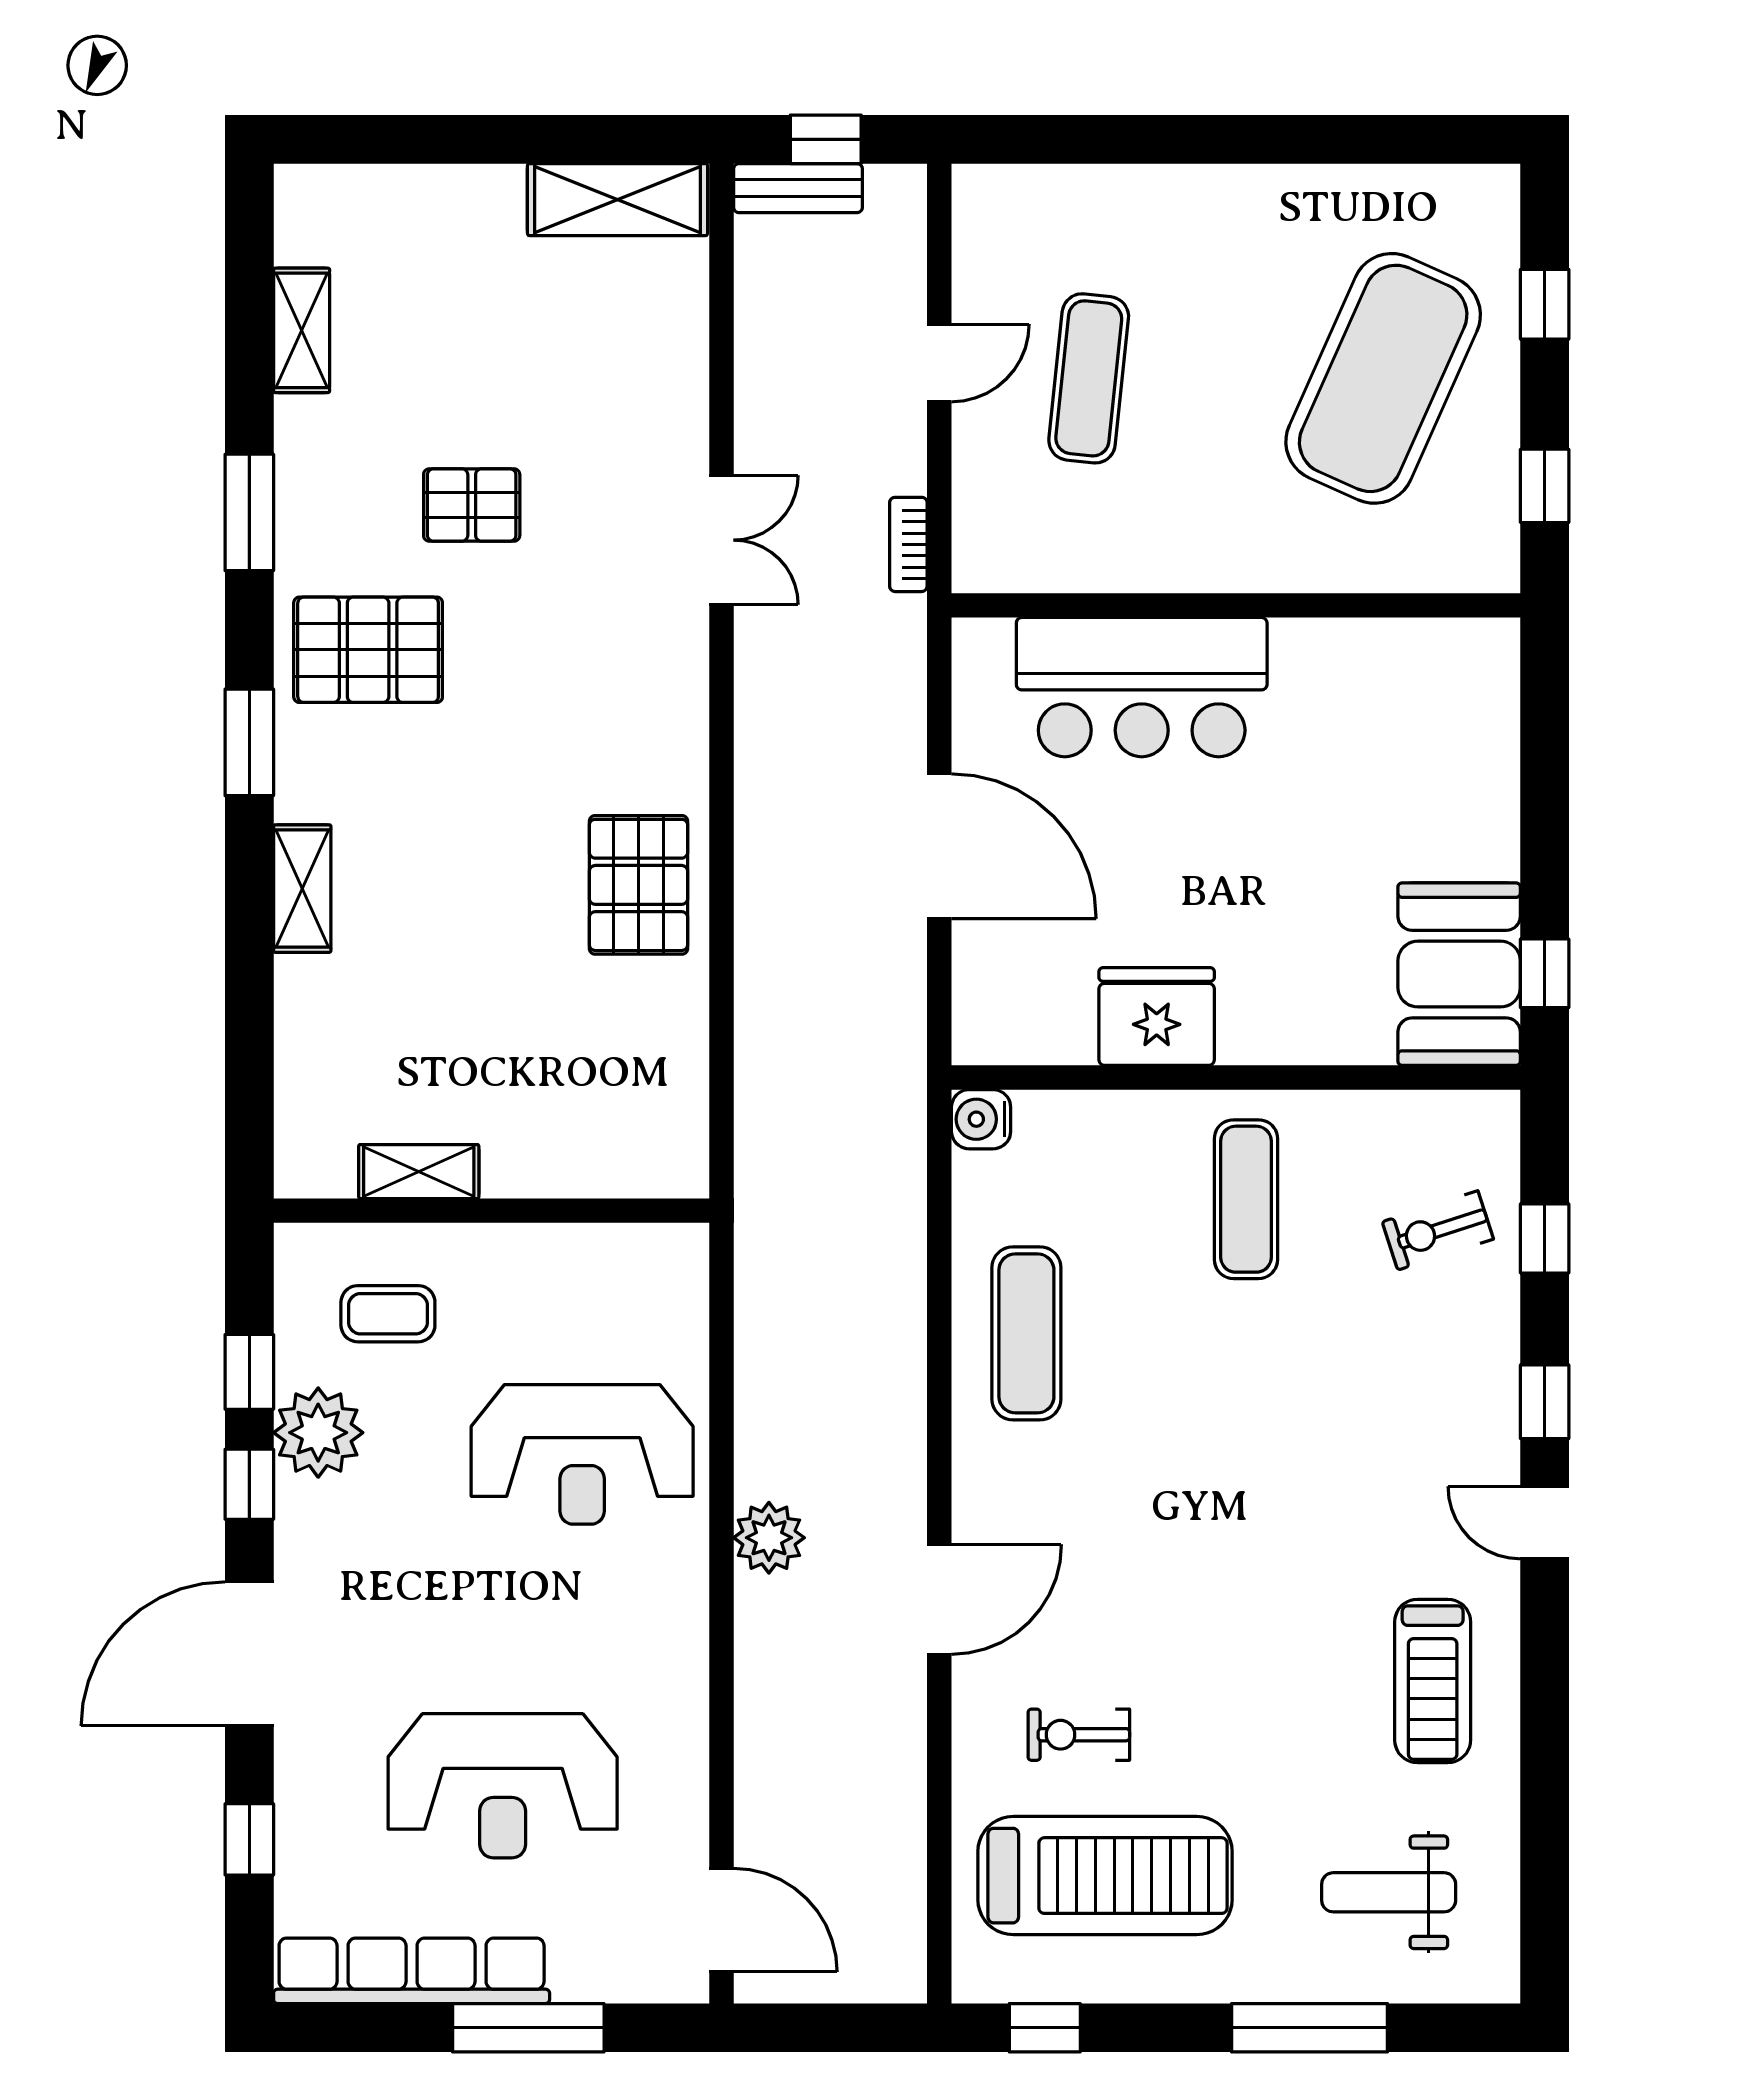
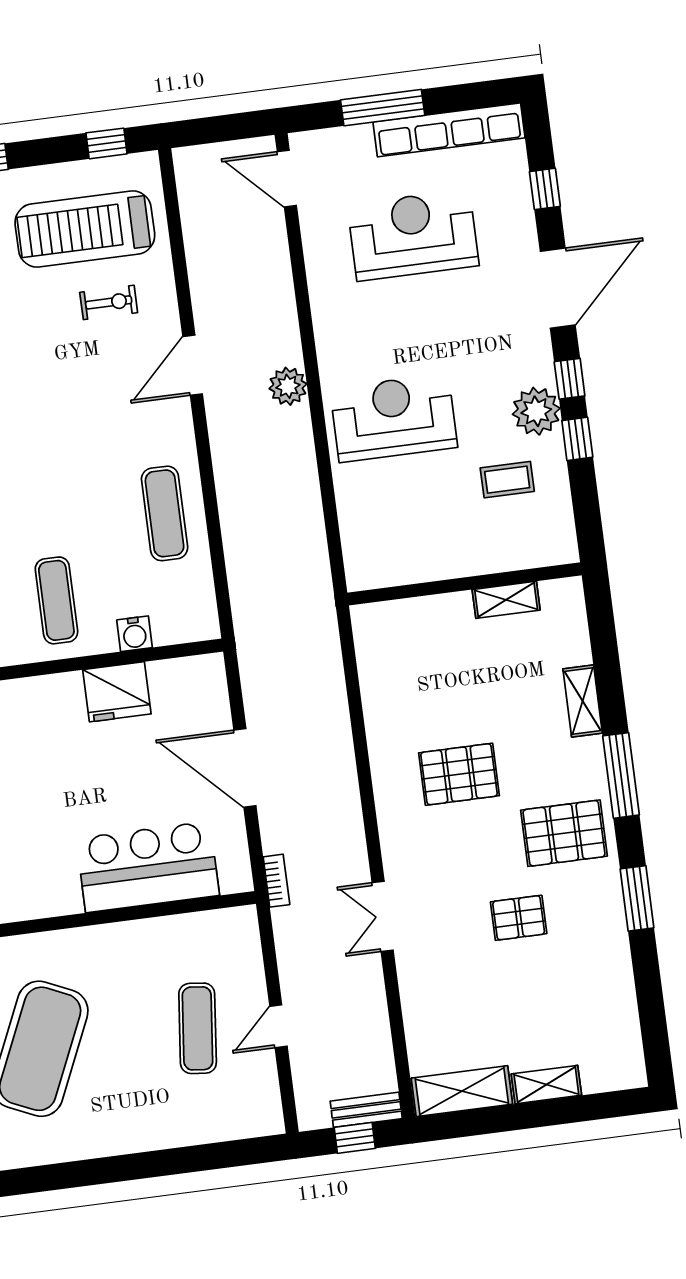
shelving: (302, 330) -> (546, 1085), moved, turned 90
bookcase: (908, 544) -> (276, 881), moved
window: (249, 742) -> (621, 775), width x1.44
pallet: (638, 885) -> (459, 774), moved, turned 90
water cooler: (981, 1119) -> (135, 634), moved, turned 90
shelving: (419, 1172) -> (506, 600), moved
wall: (491, 1211) -> (465, 584), moved

